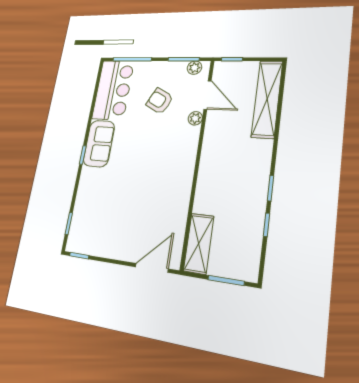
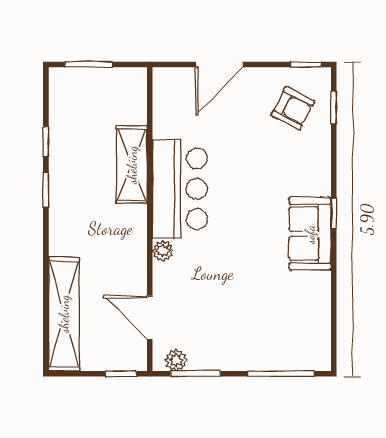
bar counter: (113, 90) -> (180, 189), moved, turned 180
armchair: (160, 101) -> (293, 108), moved
plant: (195, 118) -> (163, 251), moved
shelving: (199, 244) -> (132, 165), moved
door: (152, 268) -> (220, 64), moved

